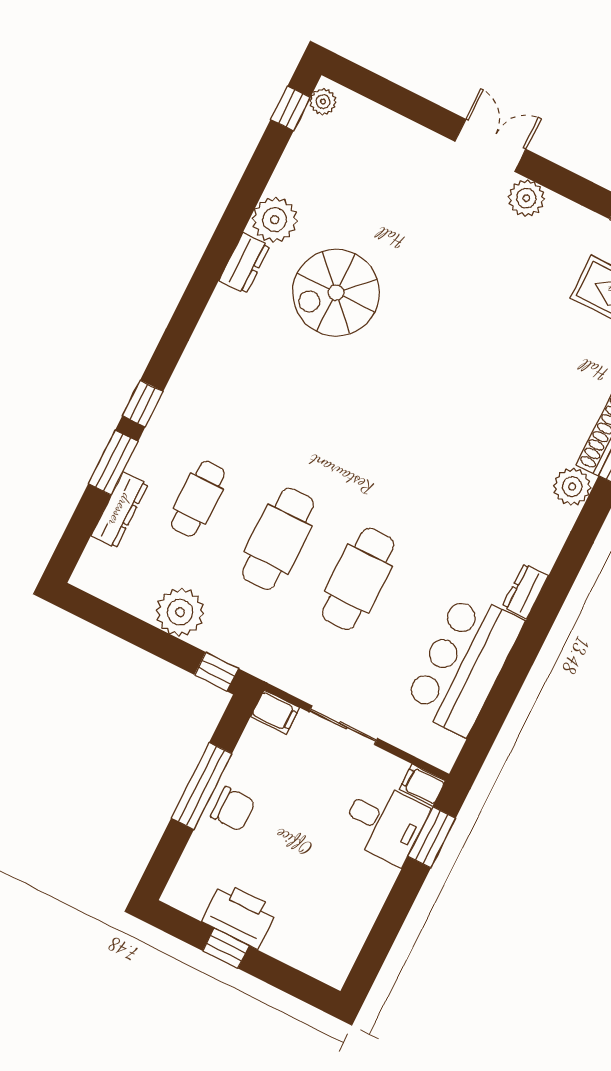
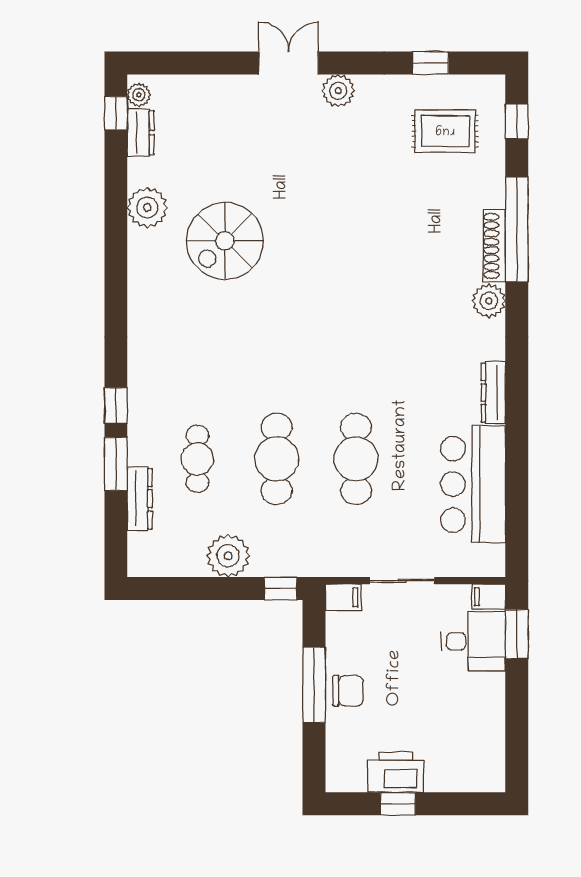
dresser: (244, 263) -> (141, 133), moved
dresser: (525, 591) -> (493, 393), width x1.44

